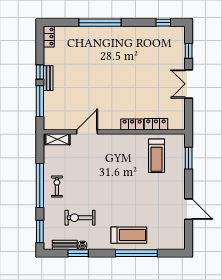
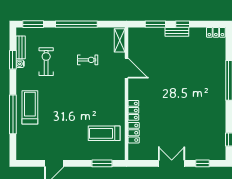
window: (40, 101) -> (155, 24), width x0.69
exercise bike: (57, 186) -> (88, 60), moved
treadmill: (129, 235) -> (30, 107), turned 180

